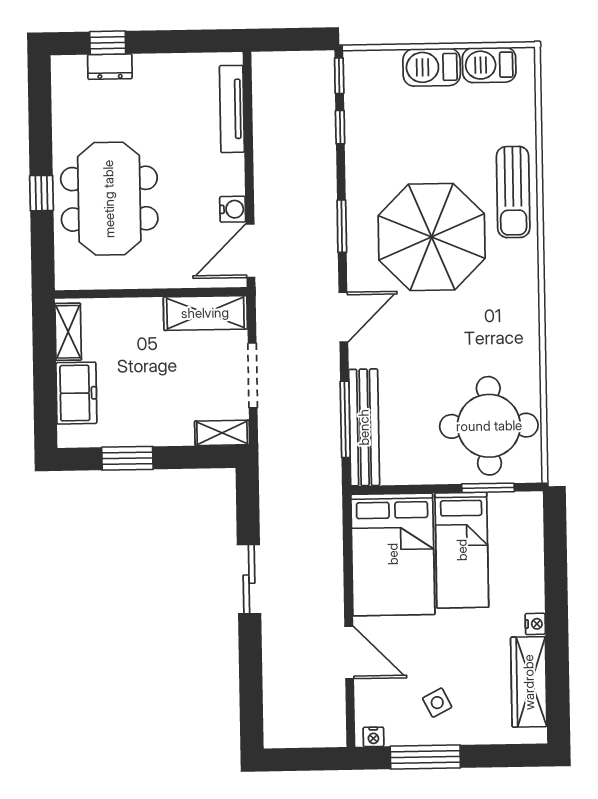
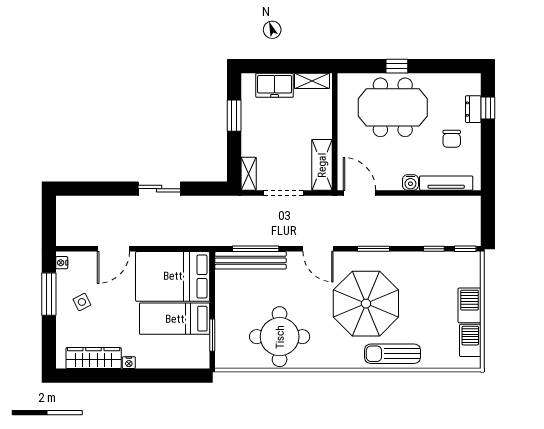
chair: (159, 101) -> (452, 139), added
water cooler: (233, 209) -> (410, 182), moved
round table: (489, 426) -> (280, 337), moved

